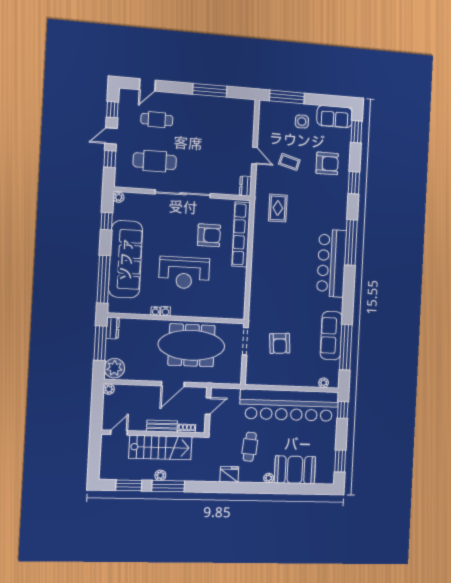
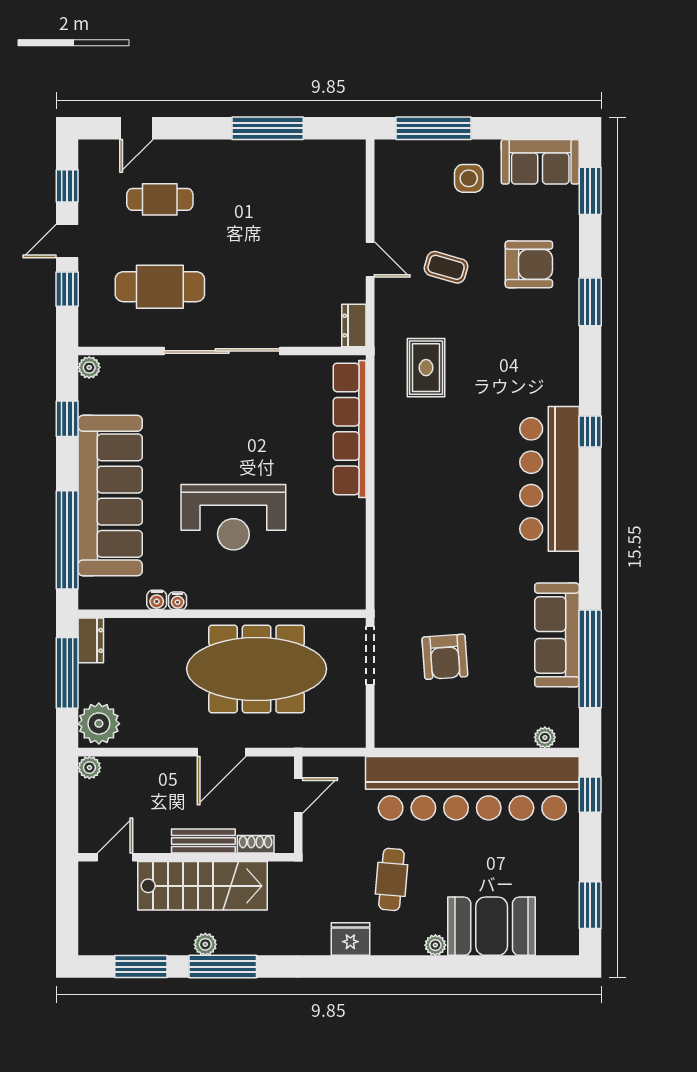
armchair: (209, 235) -> (282, 435), removed
window: (351, 242) -> (590, 431), width x0.32
water cooler: (165, 311) -> (157, 600), moved

